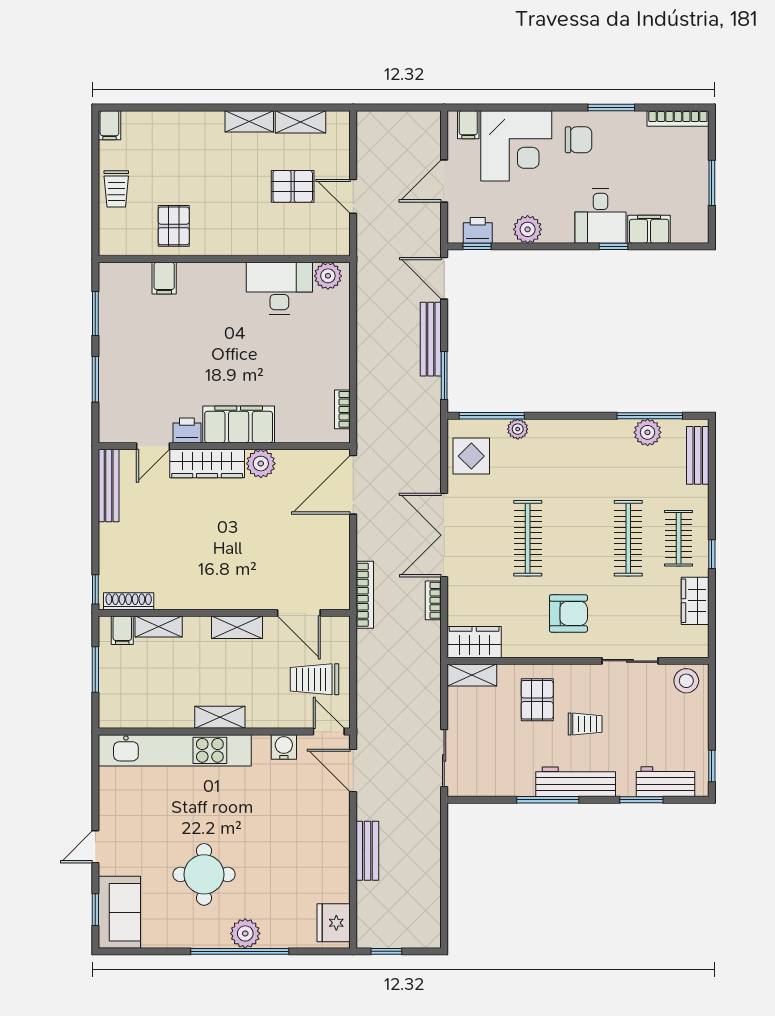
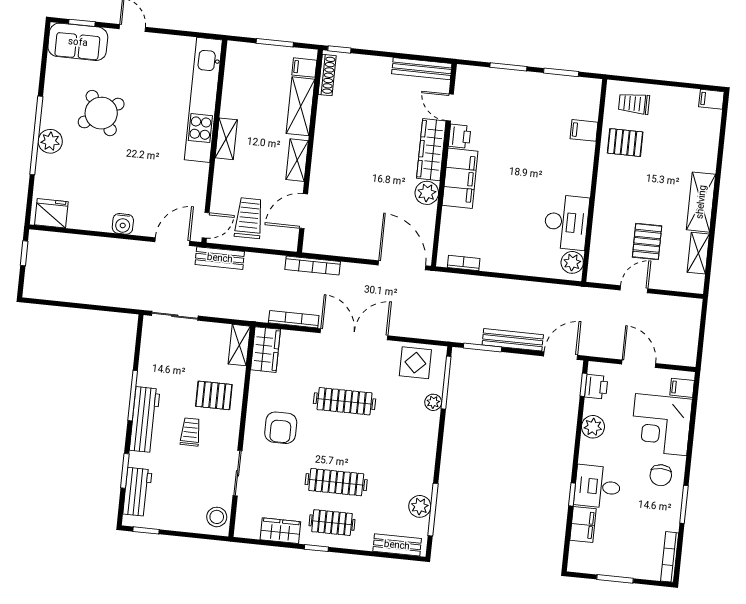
shelving: (249, 121) -> (701, 202), width x1.50, depth x1.33
trolley: (116, 189) -> (634, 104), moved
bookcase: (433, 600) -> (294, 319), width x1.56
shelving: (159, 626) -> (300, 106), width x1.50, depth x1.33
trolley: (585, 724) -> (190, 432), turned 180
water cooler: (284, 747) -> (123, 224), moved, turned 90
bench: (367, 851) -> (220, 258), moved
round table: (204, 874) -> (101, 113), turned -34

